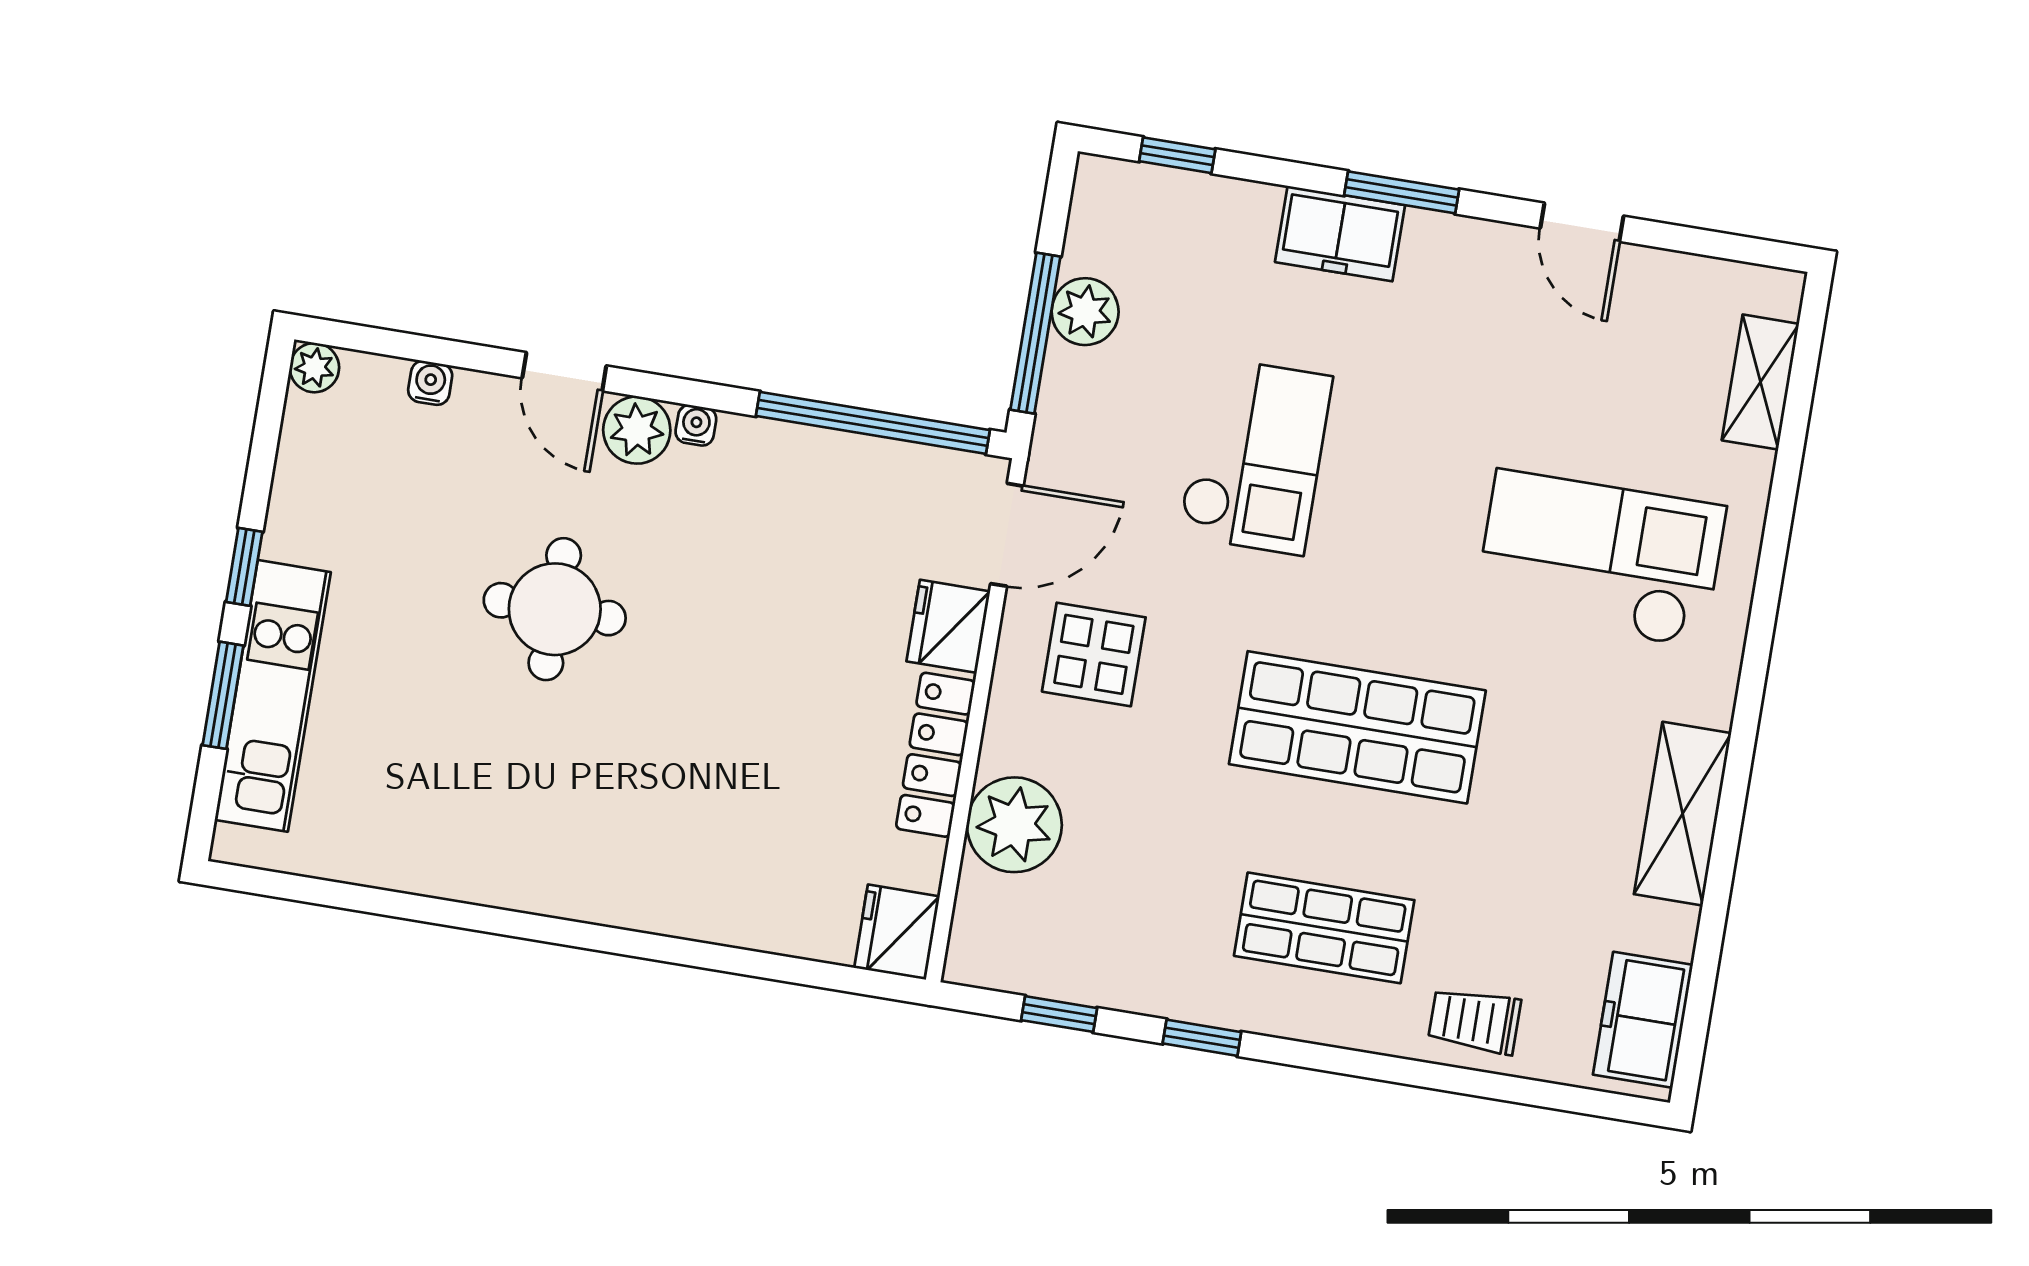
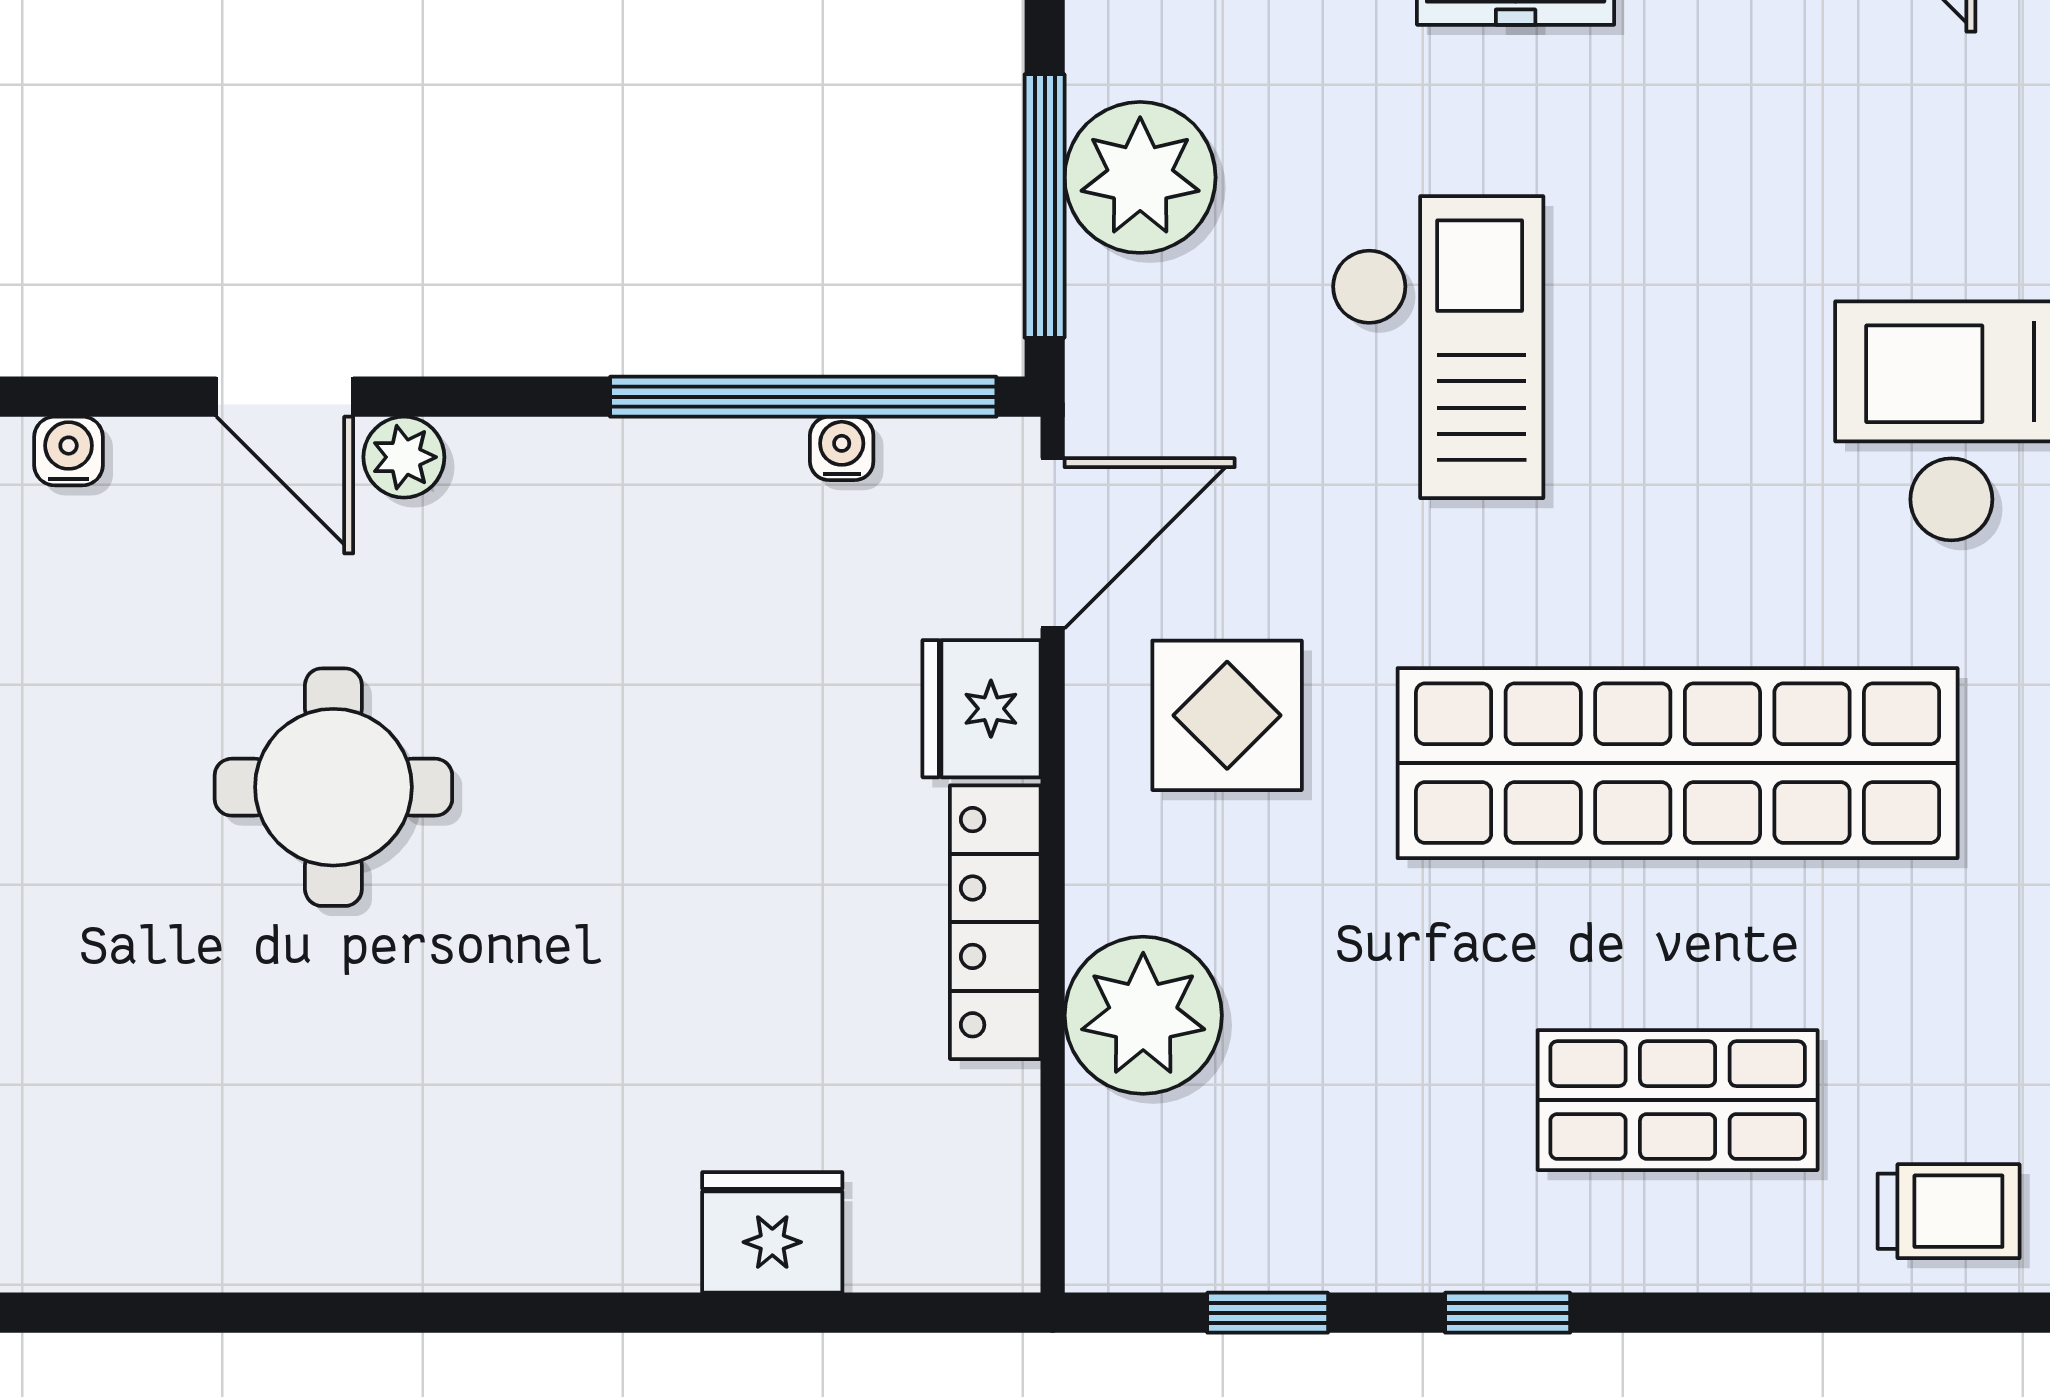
plant: (1085, 312) -> (1140, 177), width x1.36, depth x1.36
water cooler: (696, 425) -> (842, 448), moved
plant: (637, 430) -> (404, 457), width x0.73, depth x0.73
shop shelf: (1357, 727) -> (1678, 763), width x1.40
fridge: (897, 932) -> (772, 1232), moved, turned 90
trolley: (1475, 1021) -> (1949, 1211), turned 180

